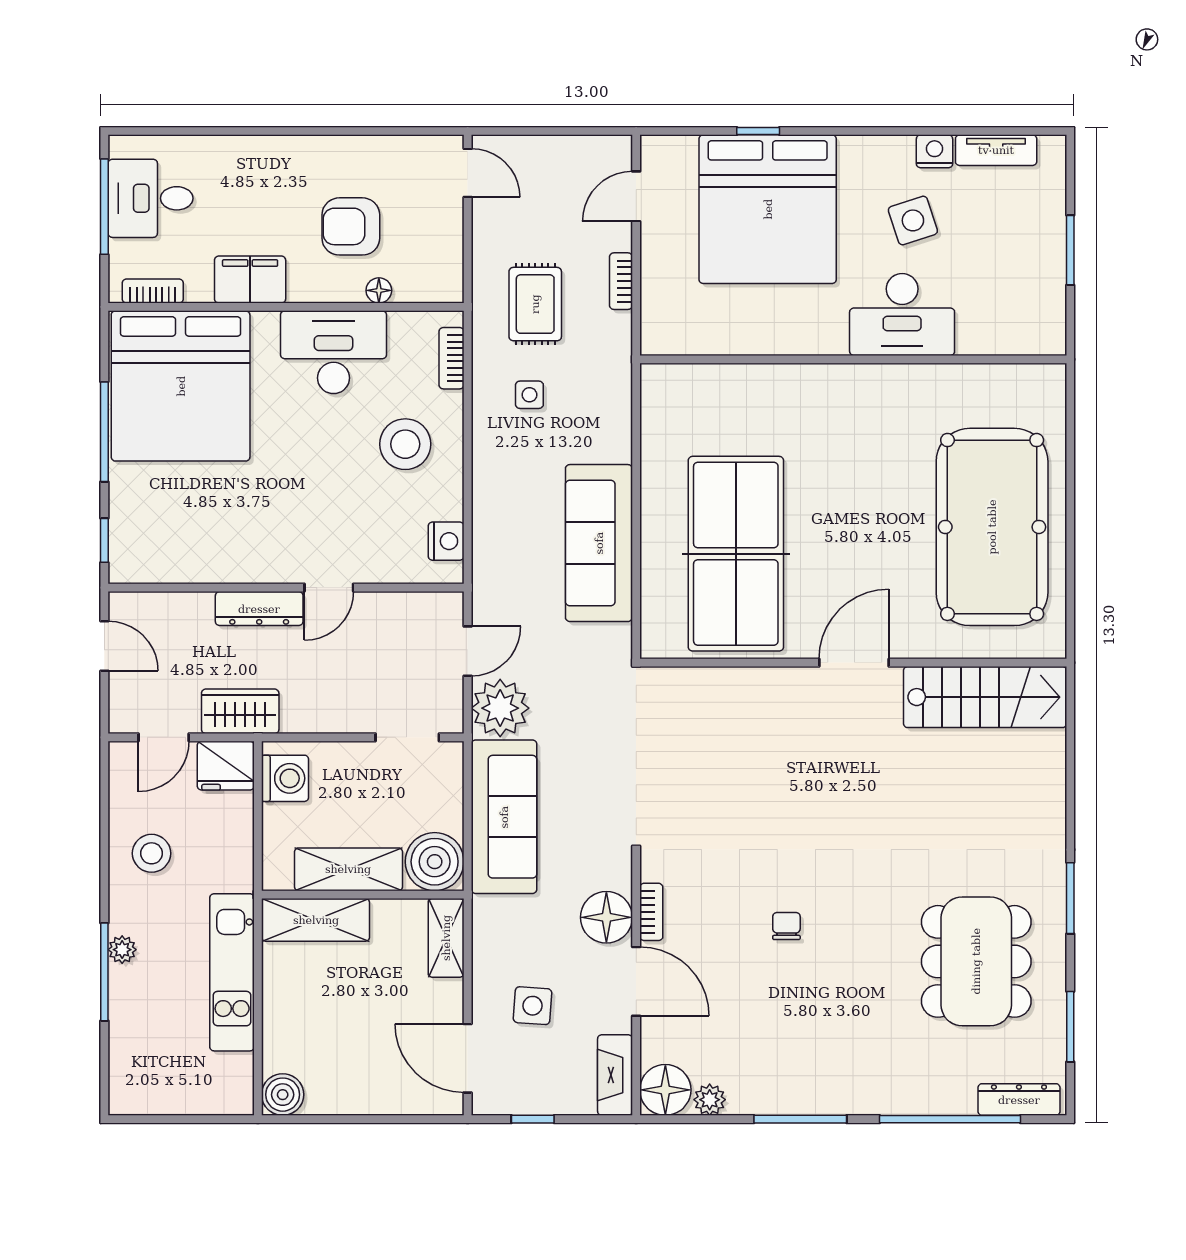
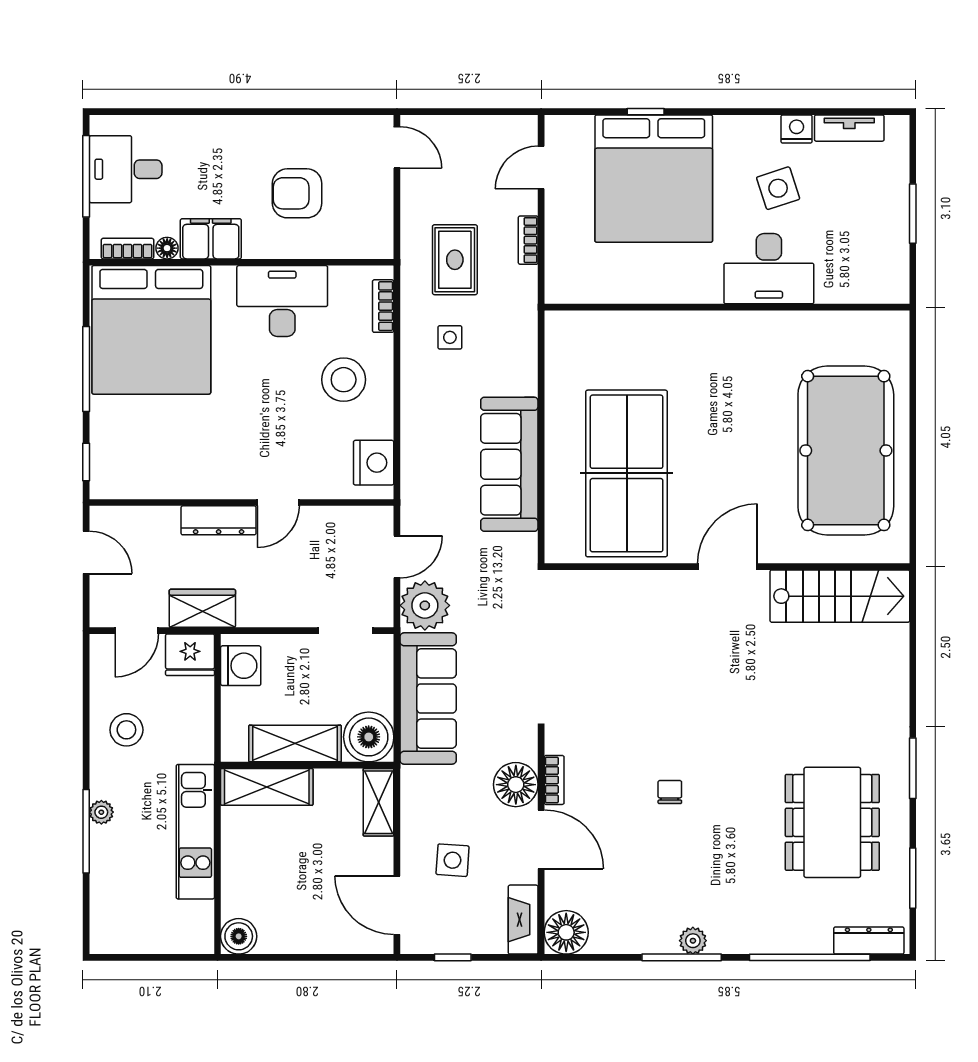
floor lamp: (379, 290) -> (167, 248), moved
nightstand: (446, 541) -> (374, 463), width x1.36, depth x1.33
plant: (710, 1100) -> (693, 941), moved

